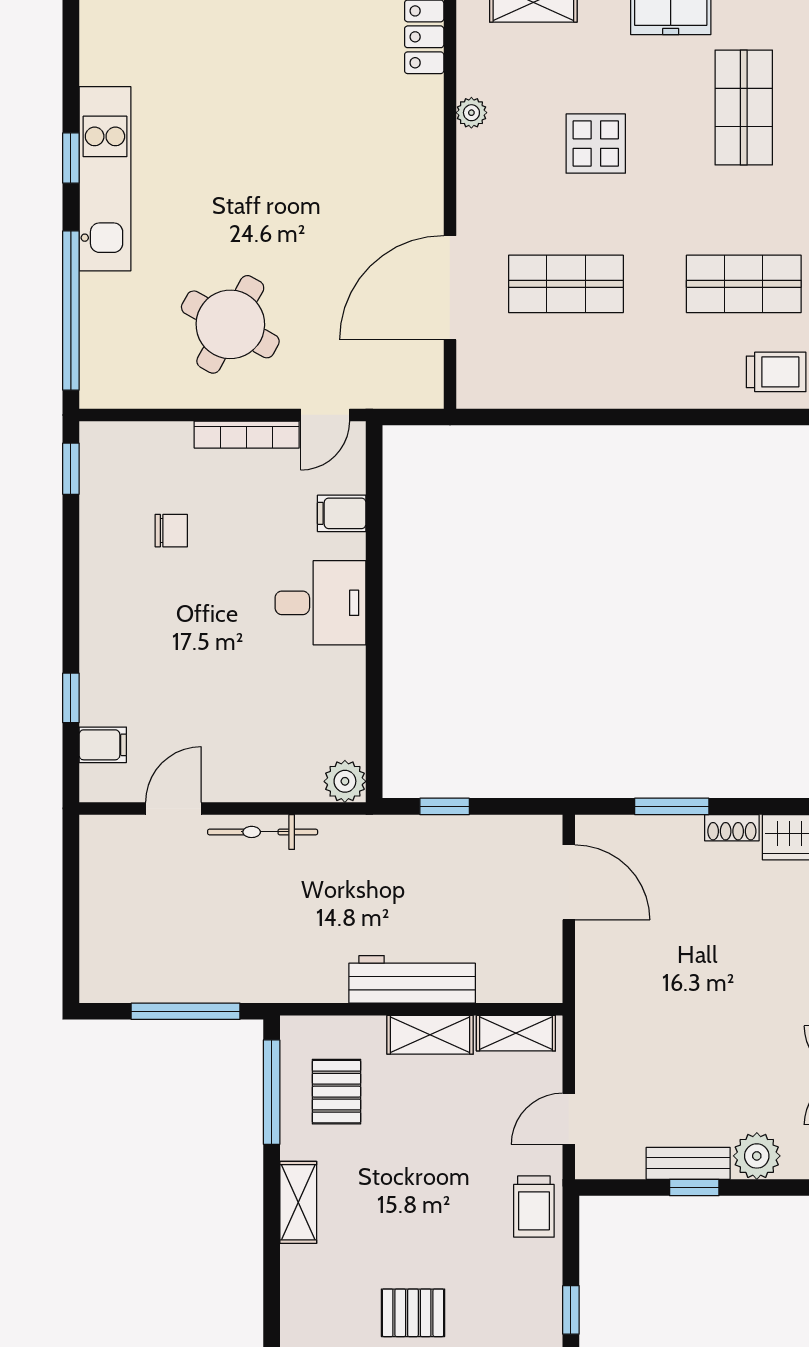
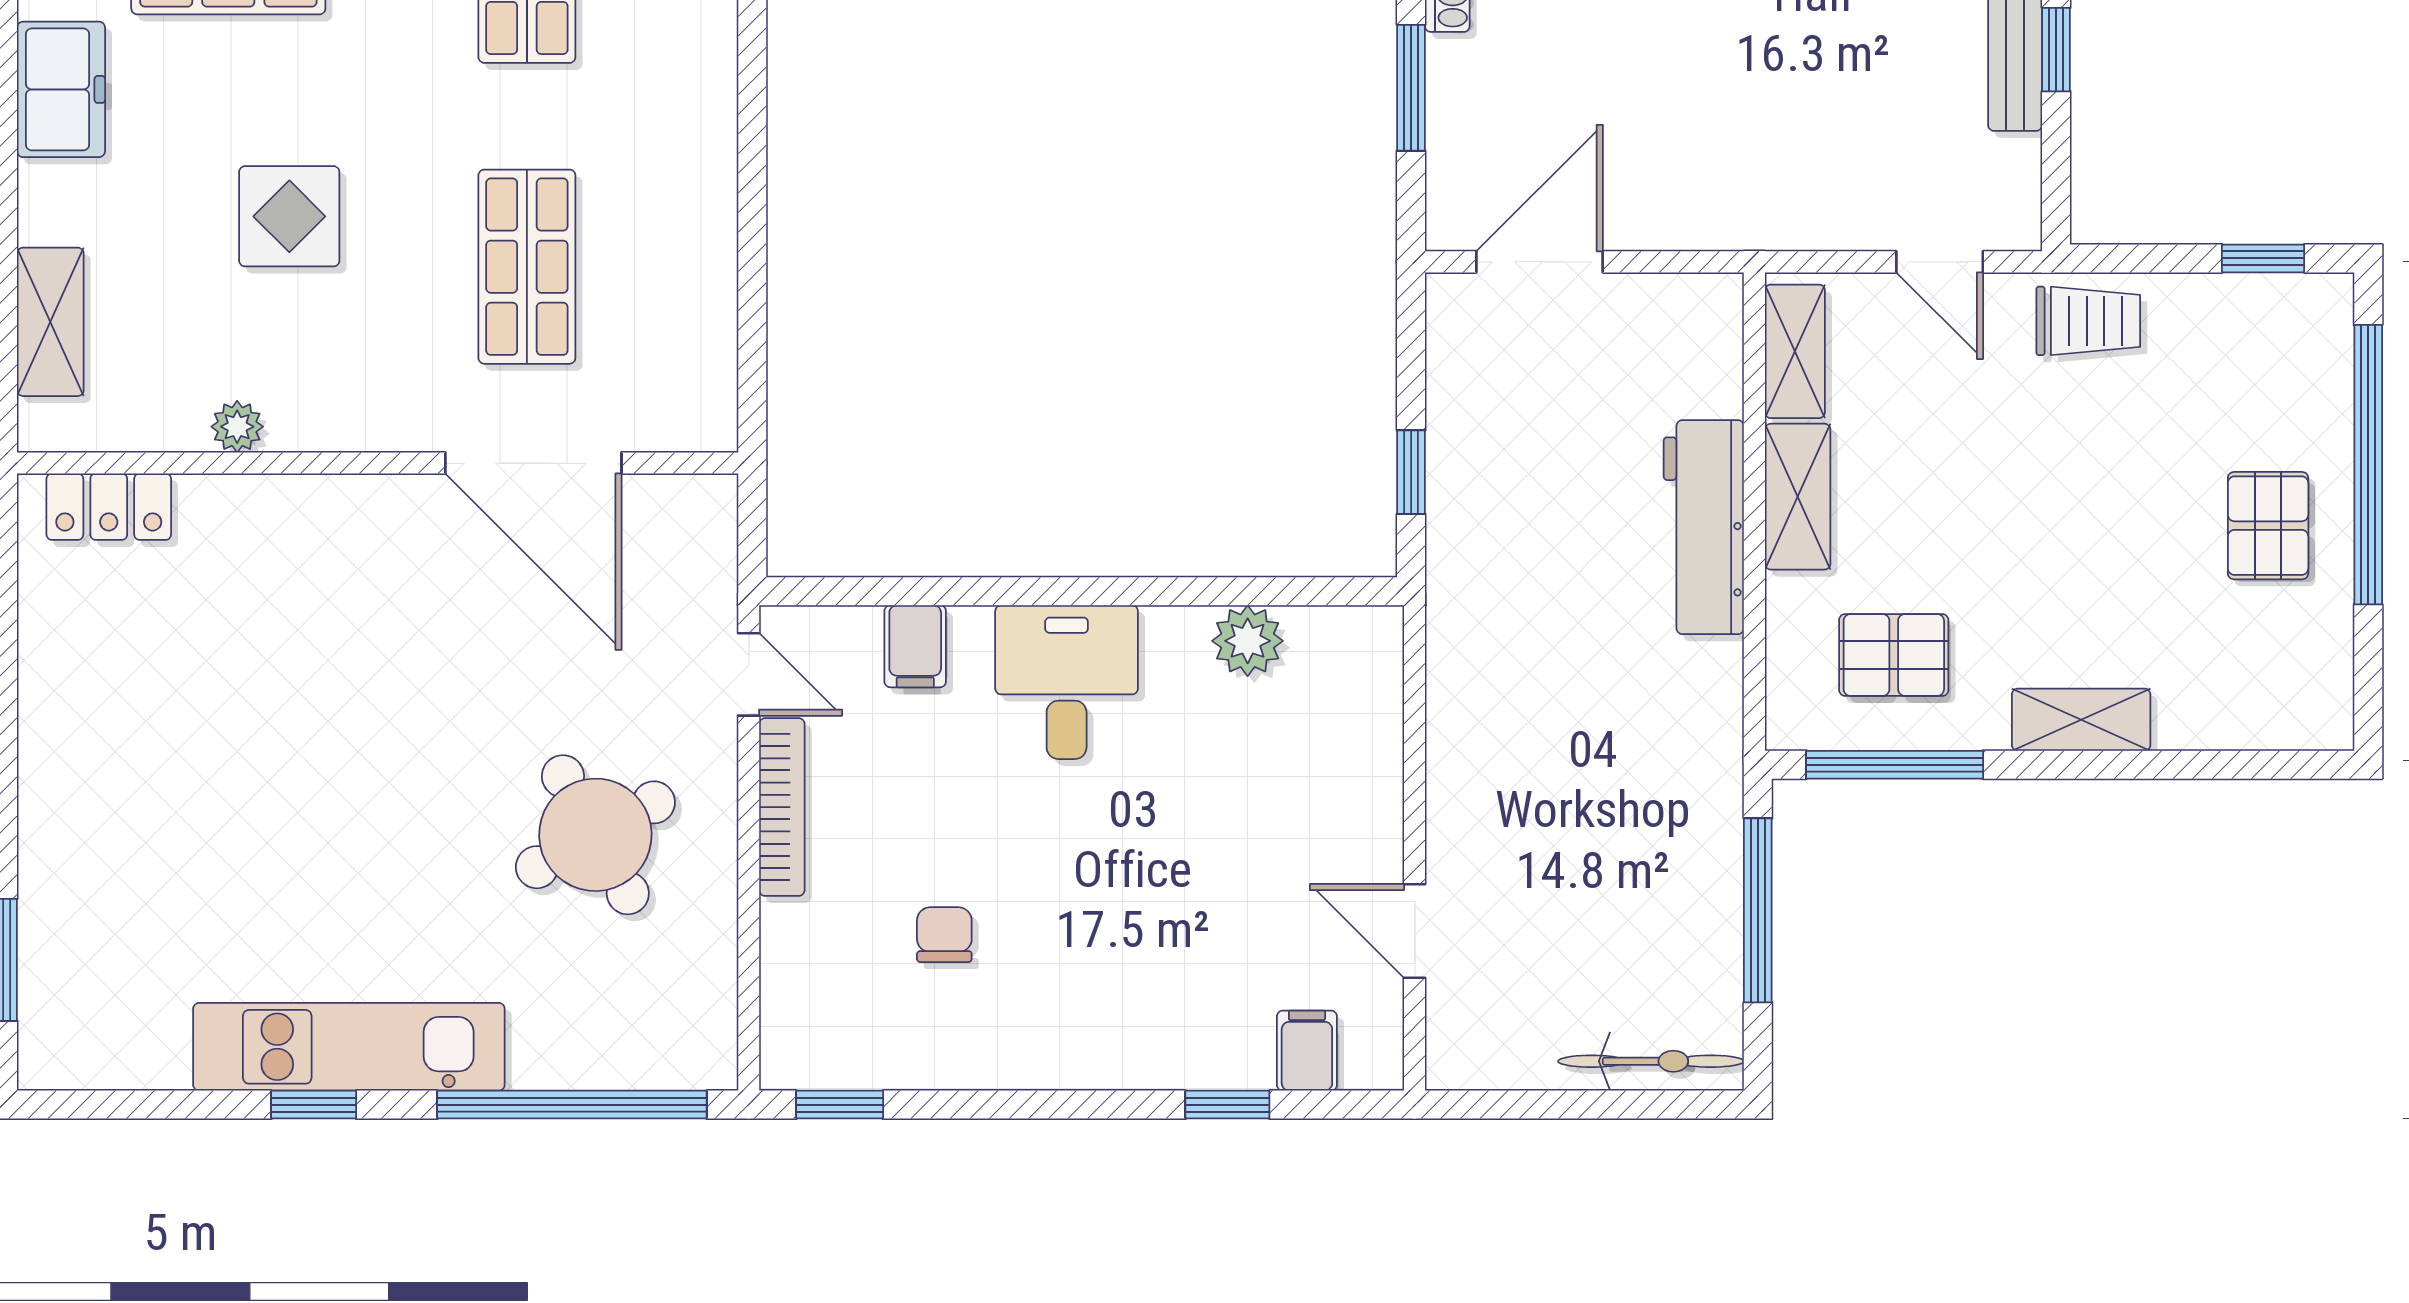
round table: (230, 324) -> (595, 835), turned 32
plant: (345, 781) -> (1248, 641), moved
bicycle: (263, 832) -> (1651, 1061), moved, turned -90

